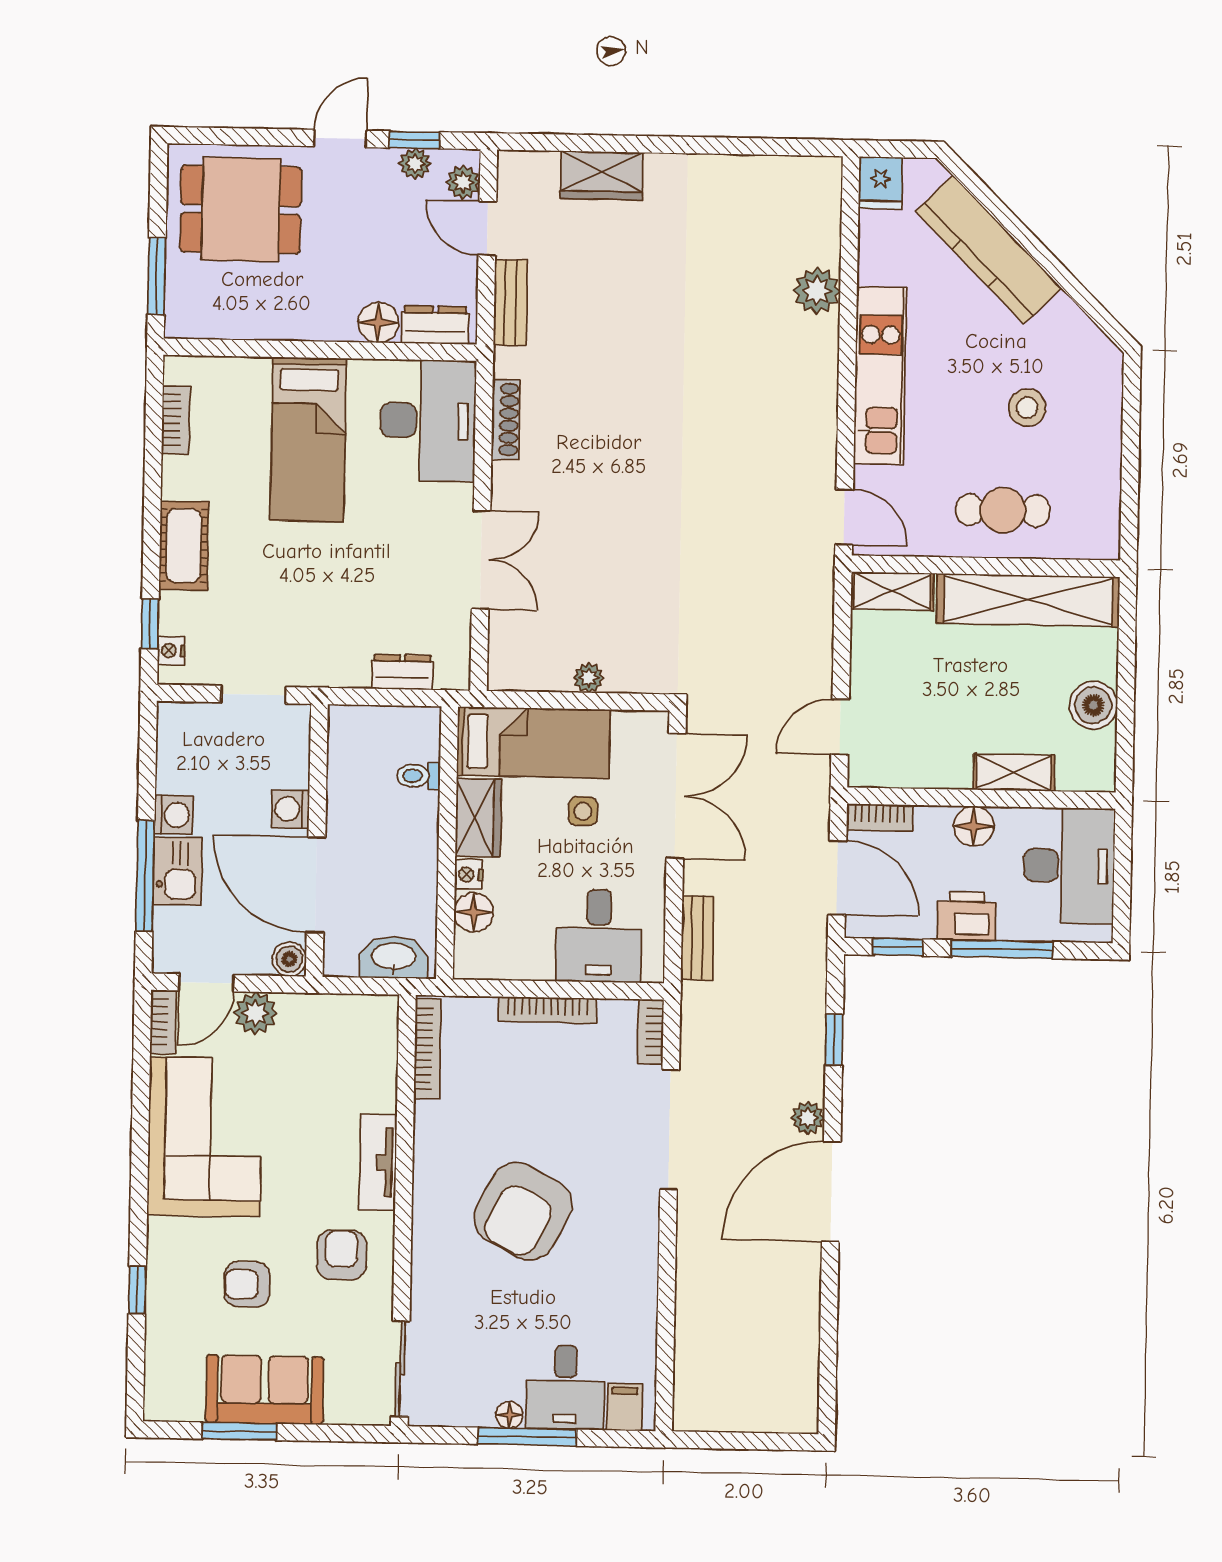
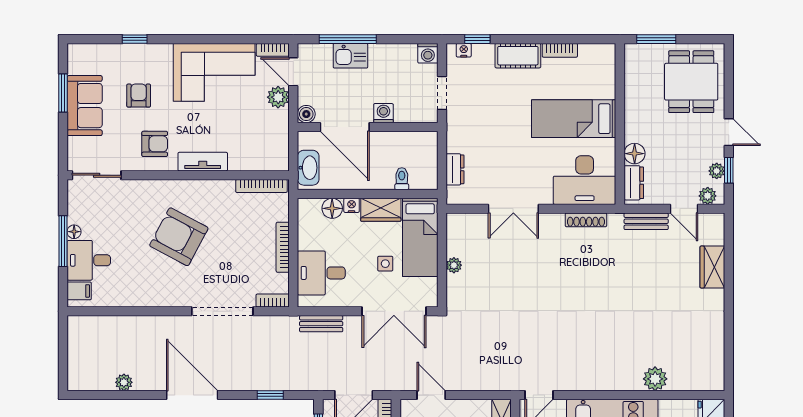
door: (487, 228) -> (684, 209), swing flipped
bookcase: (176, 420) -> (560, 50), moved
washing machine: (174, 815) -> (428, 53), moved
door: (316, 885) -> (345, 127), swing flipped
plant: (808, 1118) -> (124, 382), moved

